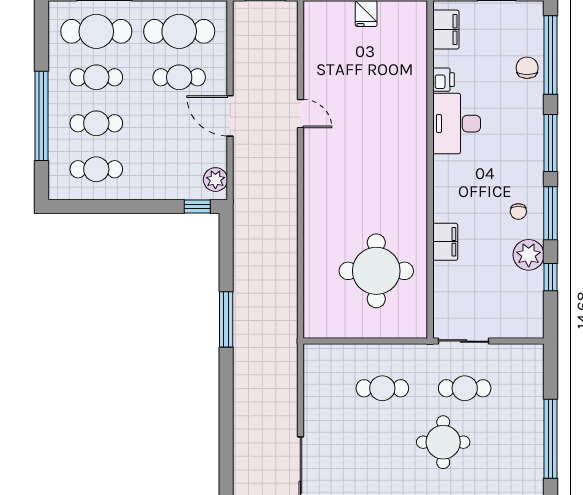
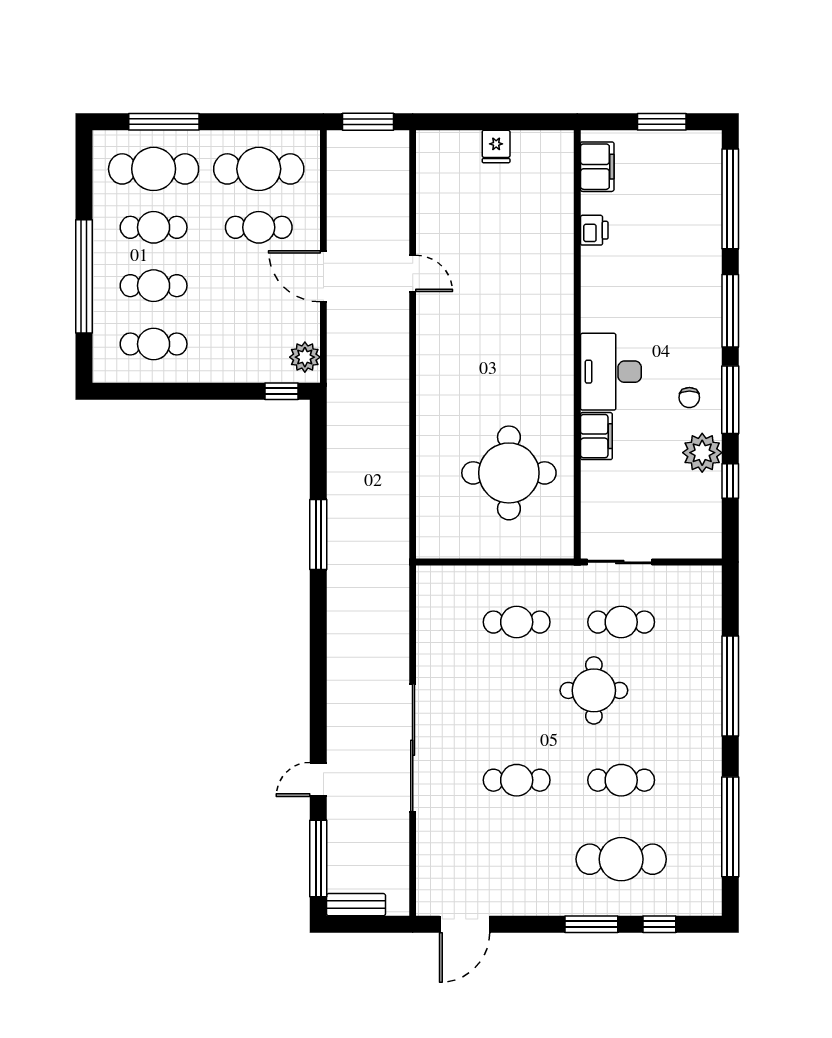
chair: (527, 68) -> (700, 215), removed
desk: (457, 124) -> (611, 372), moved

